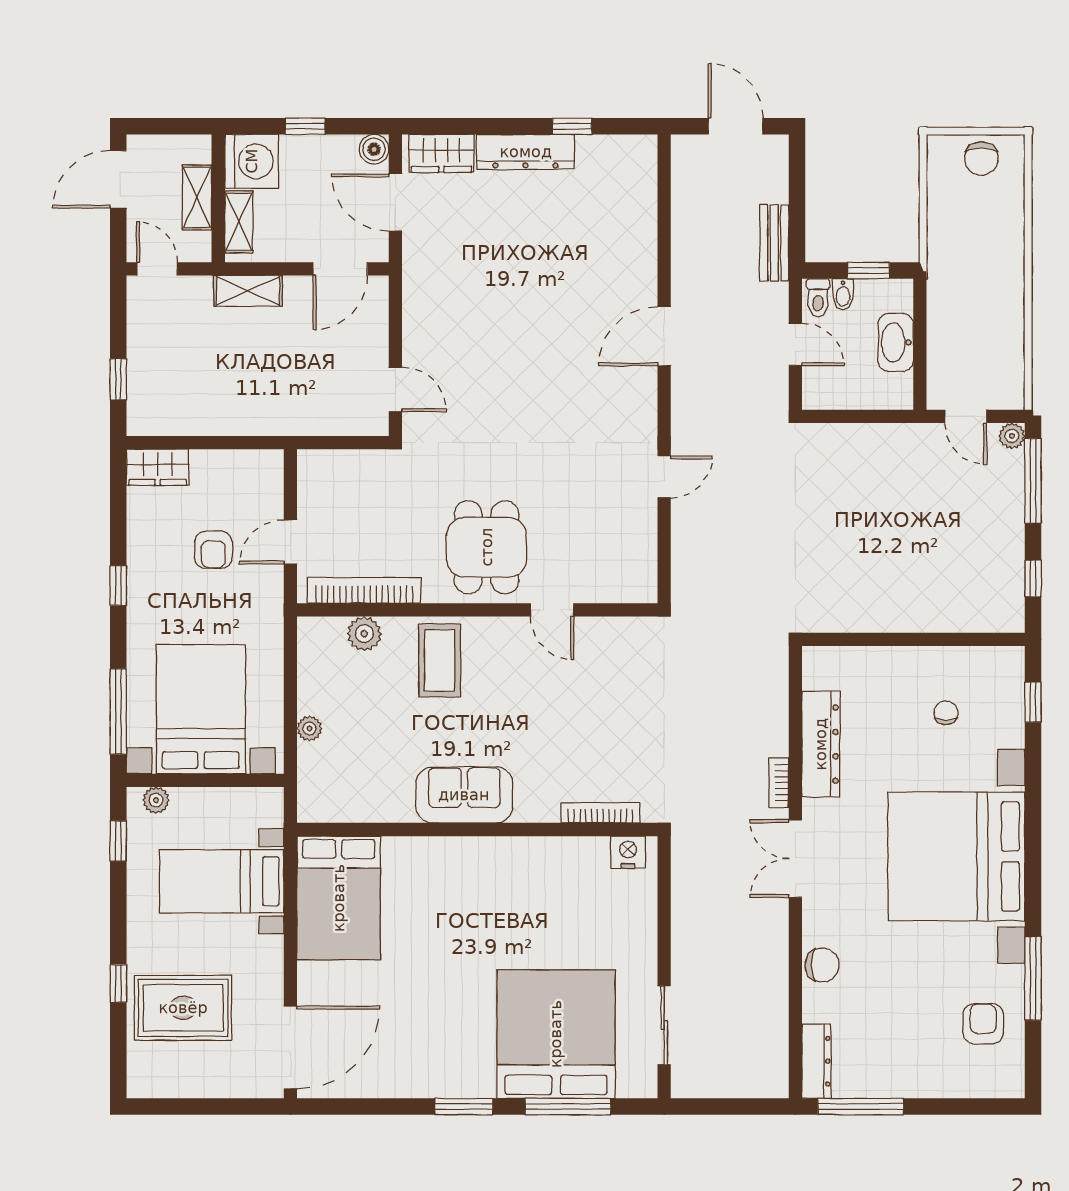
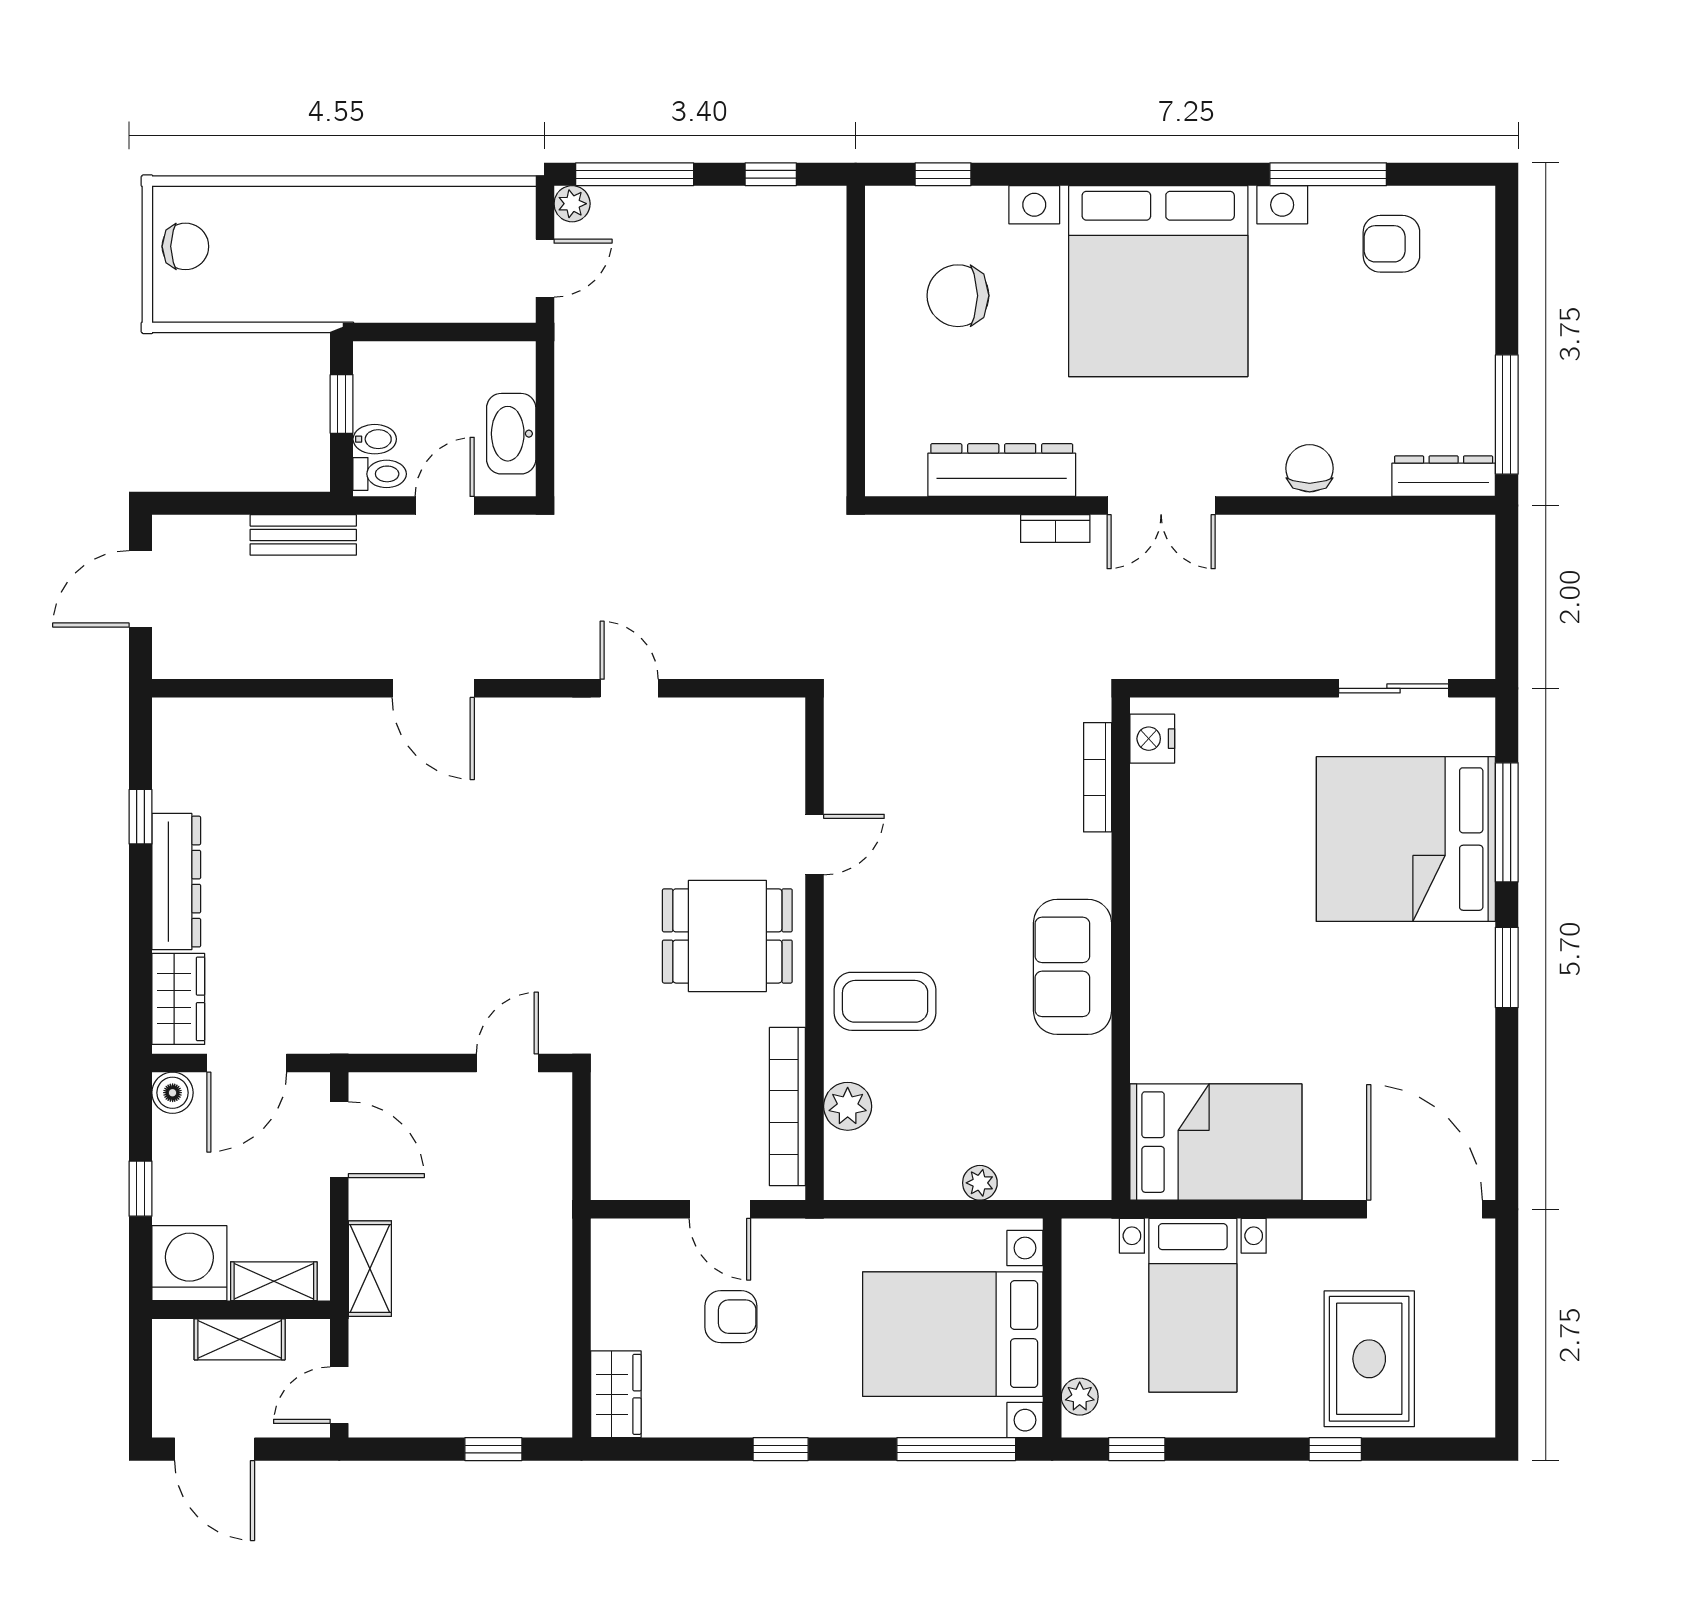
washbasin: (896, 342) -> (511, 434), moved, turned 90
chair: (946, 713) -> (958, 296), width x1.87, depth x1.87

